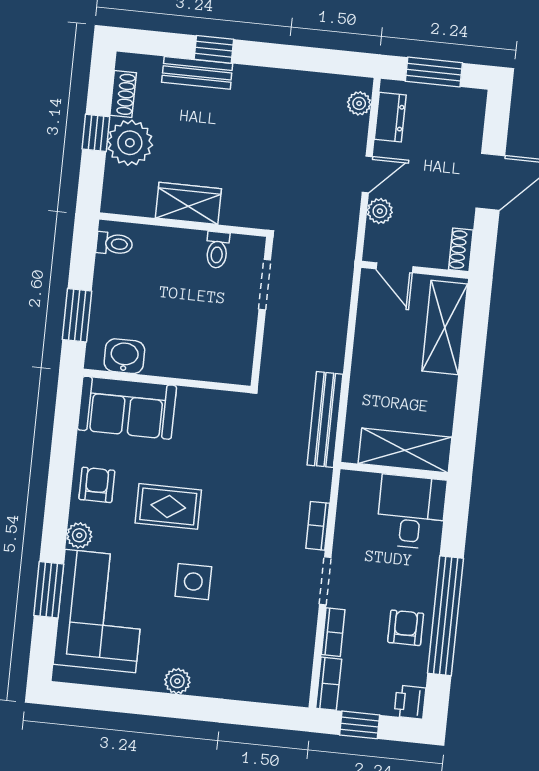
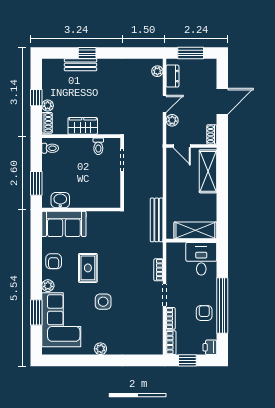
shoe rack: (123, 94) -> (47, 123), moved
plant: (130, 143) -> (48, 105), width x0.53, depth x0.53
armchair: (97, 485) -> (54, 261), turned 180
rug: (168, 506) -> (88, 268), turned 90

